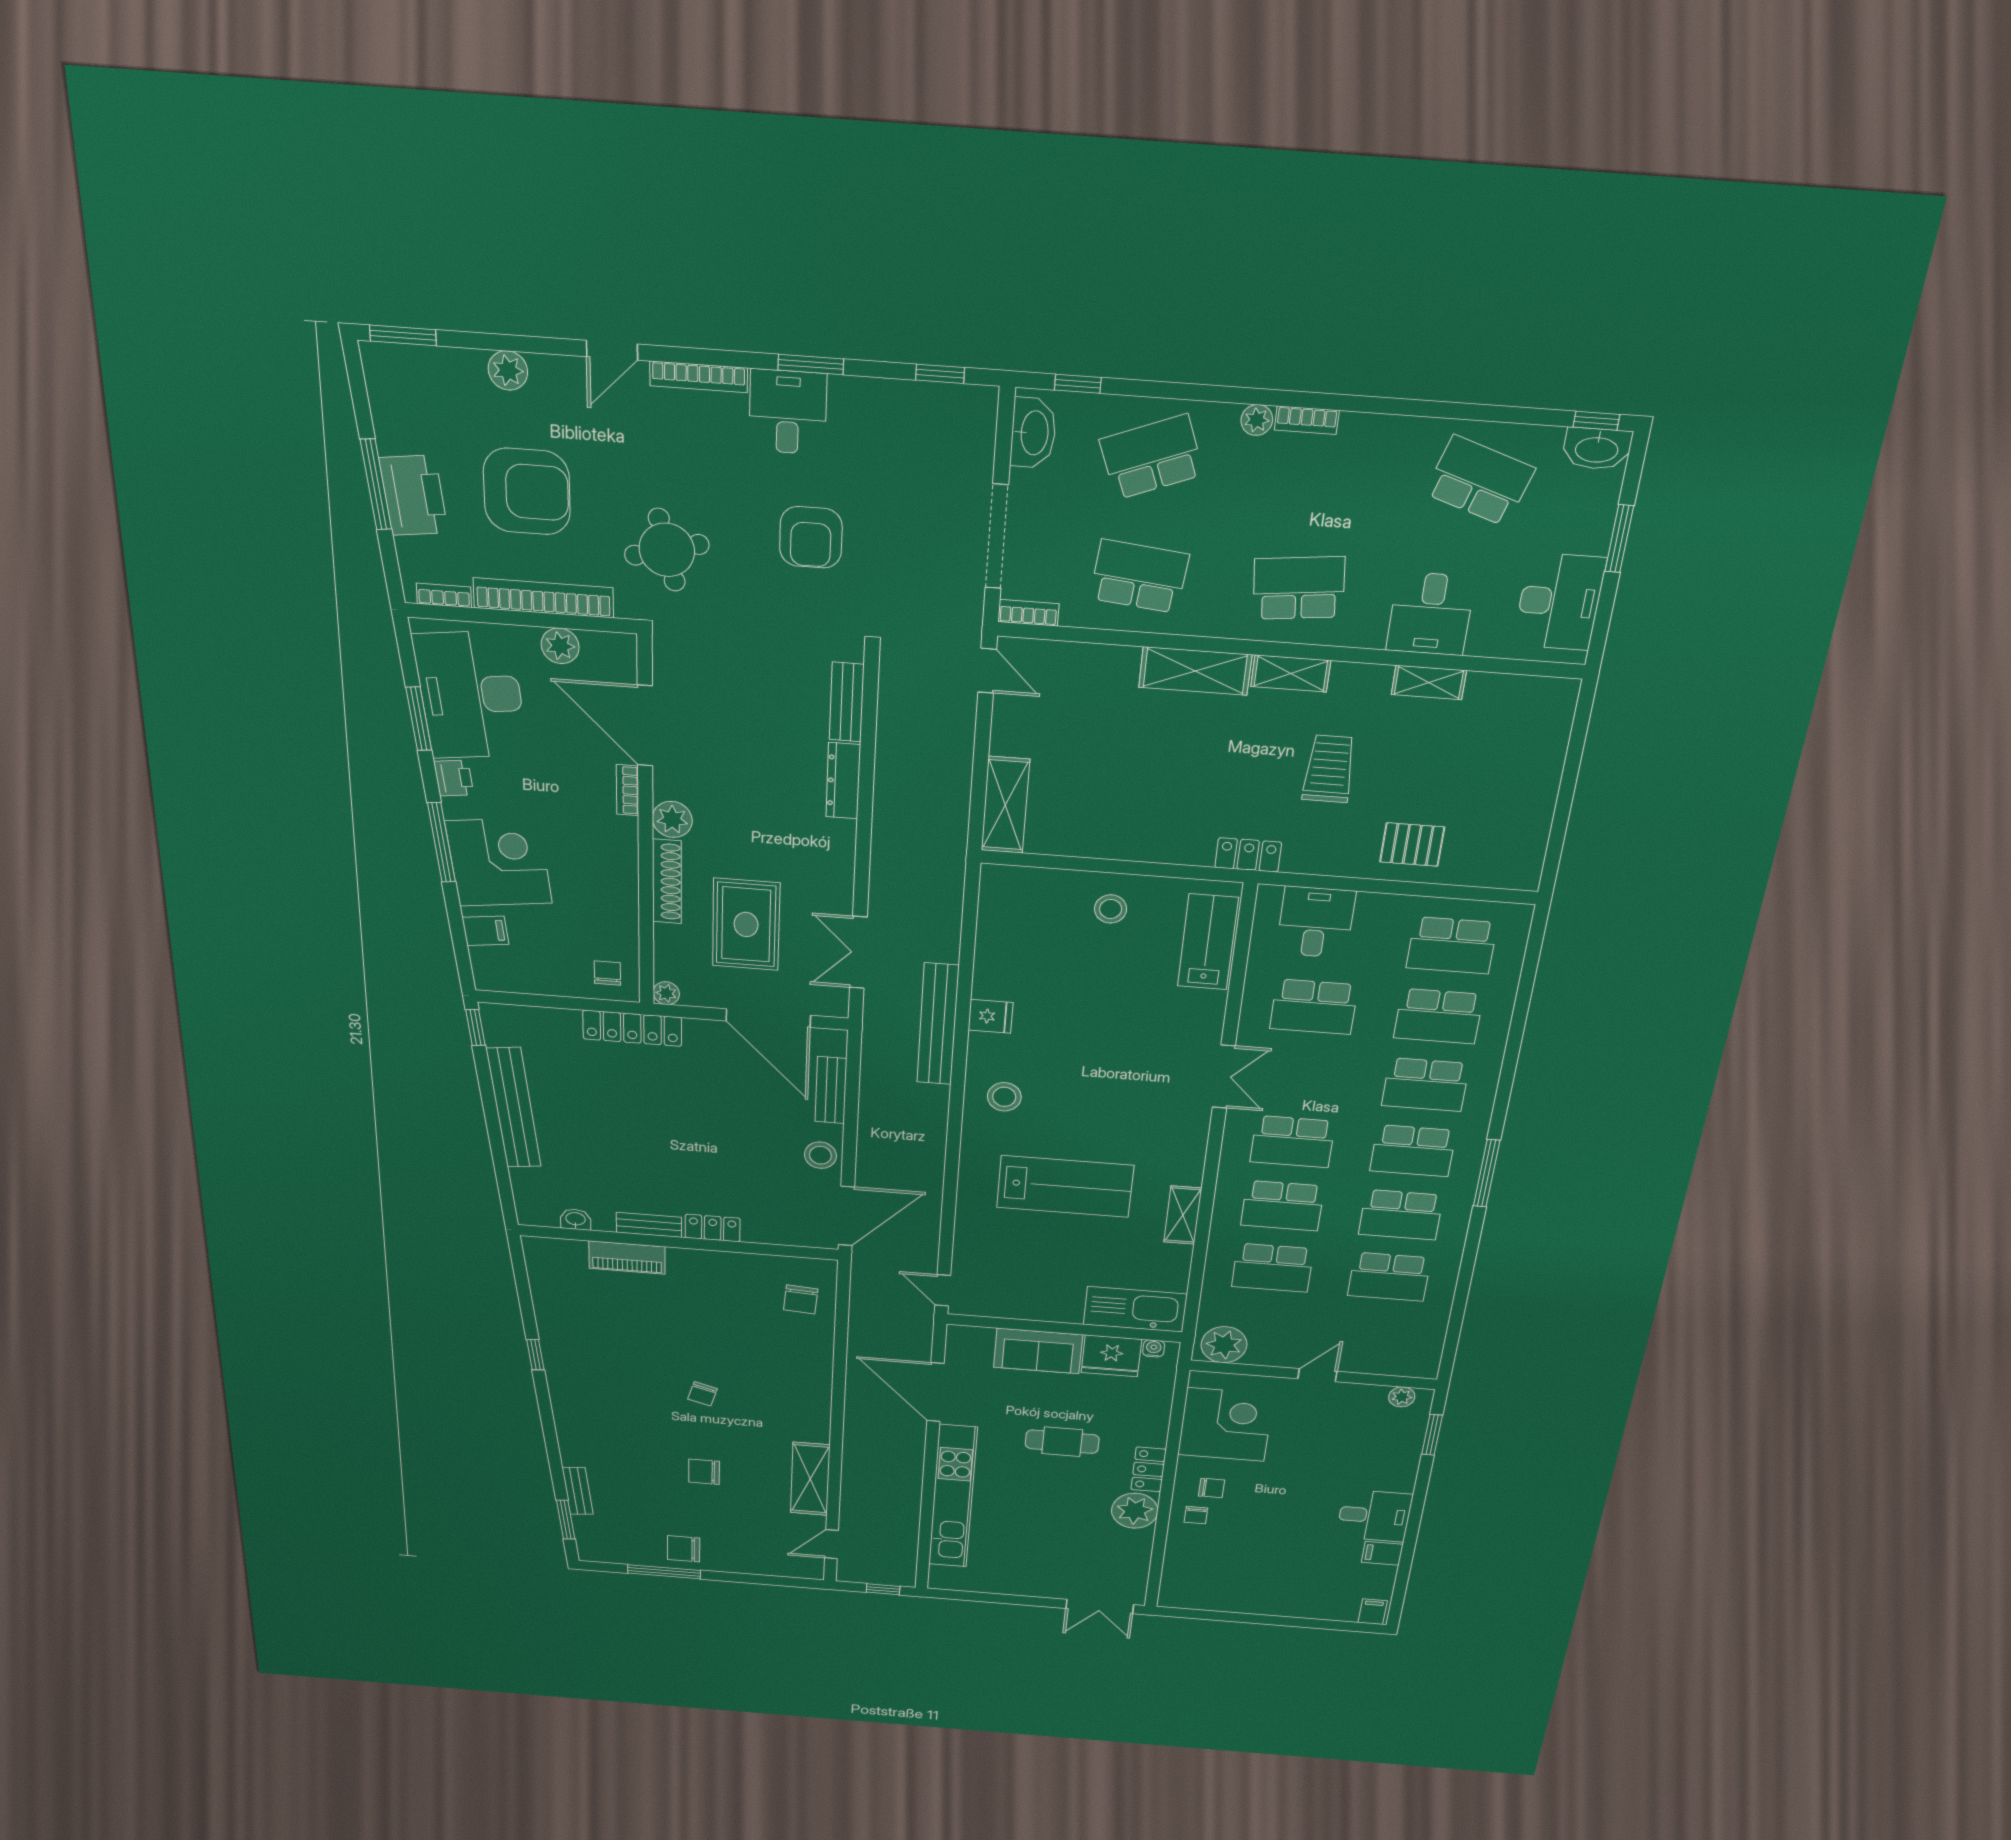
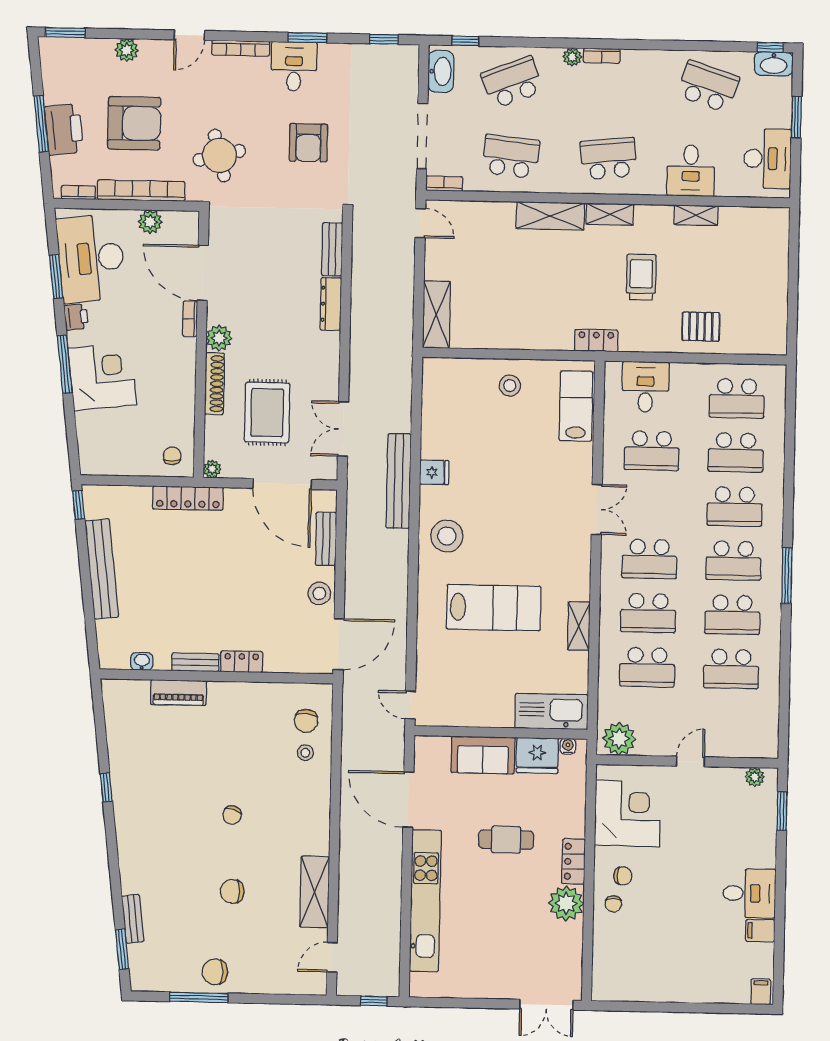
filing cabinet: (485, 931) -> (90, 429), removed
stool: (1004, 1097) -> (447, 536), width x1.38, depth x1.38
stool: (799, 1334) -> (305, 753), added

